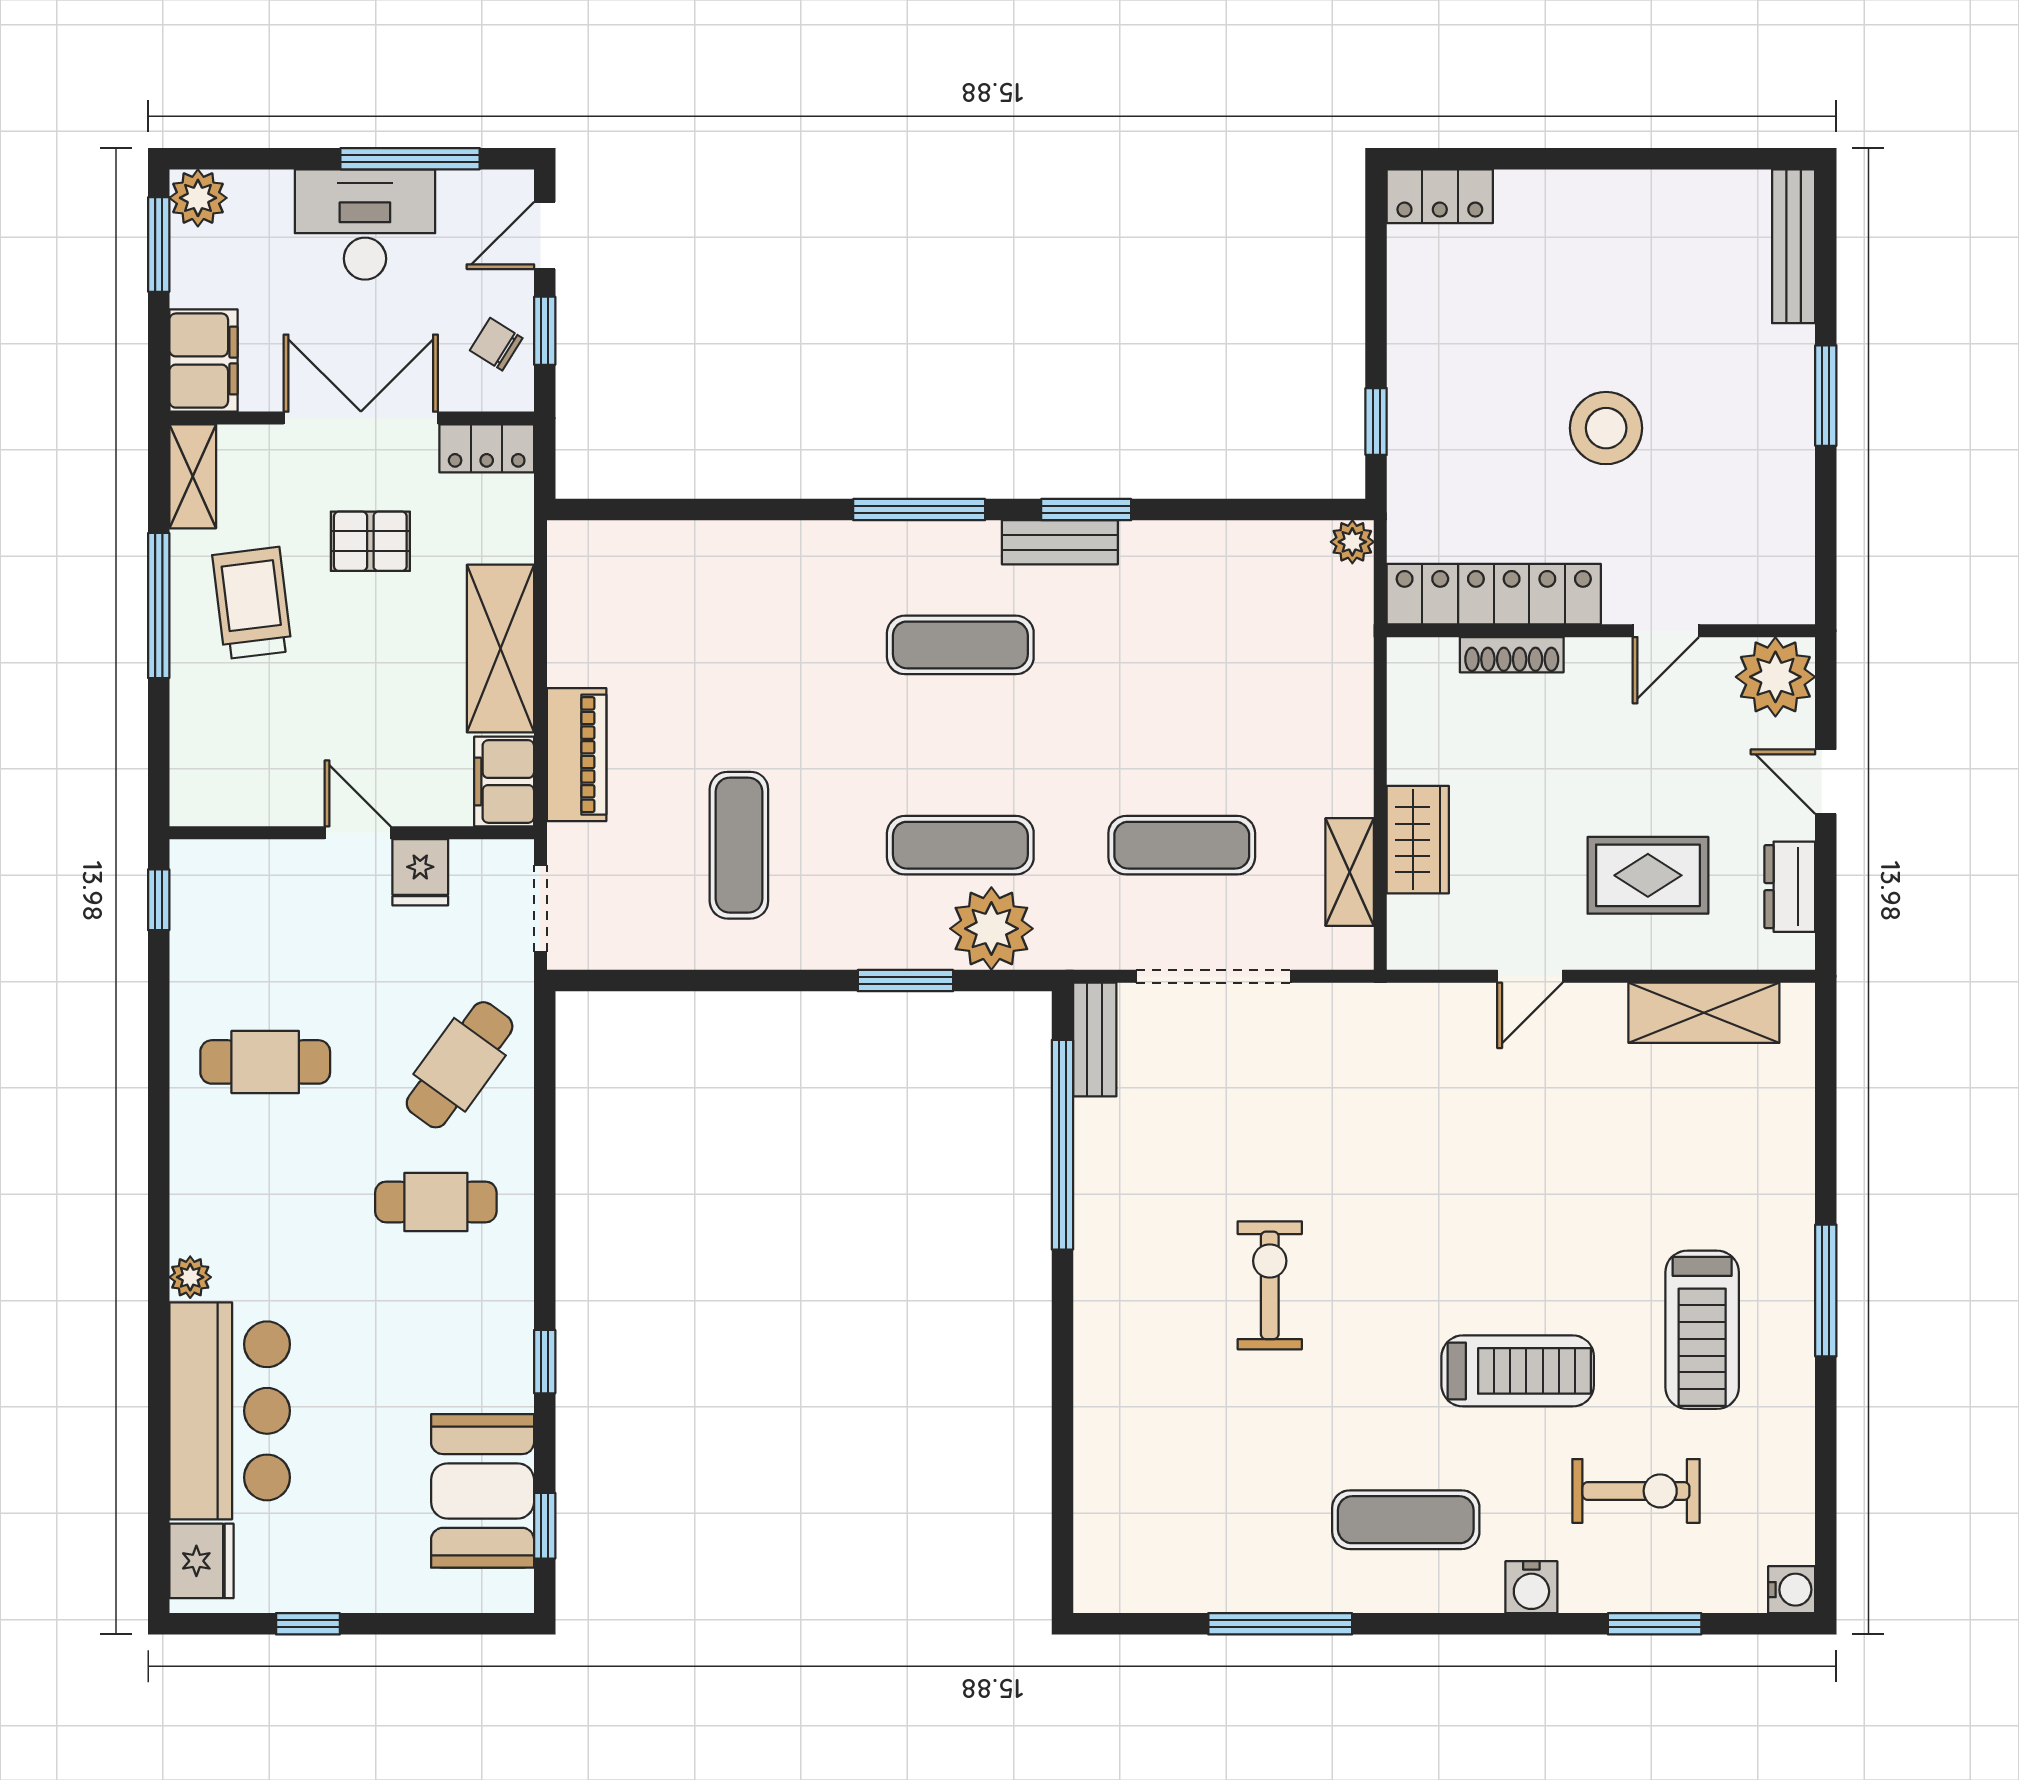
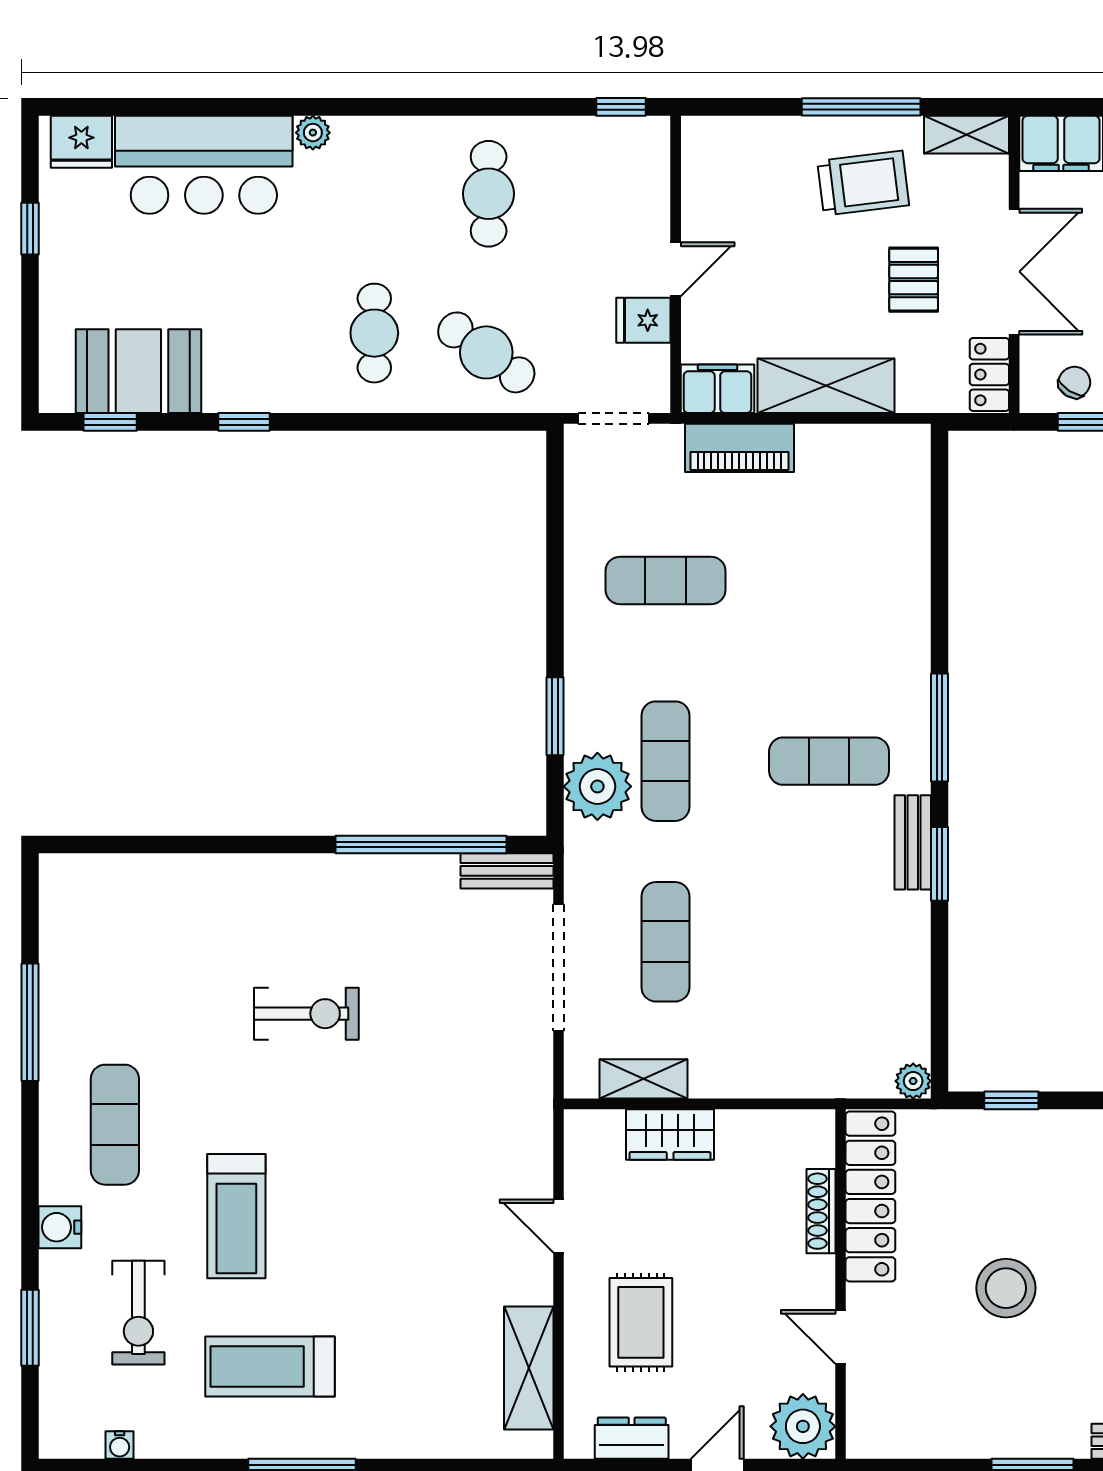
exercise mat: (960, 645) -> (829, 761), turned 90
water cooler: (1792, 1590) -> (120, 1445), moved, width x0.72, depth x0.72

